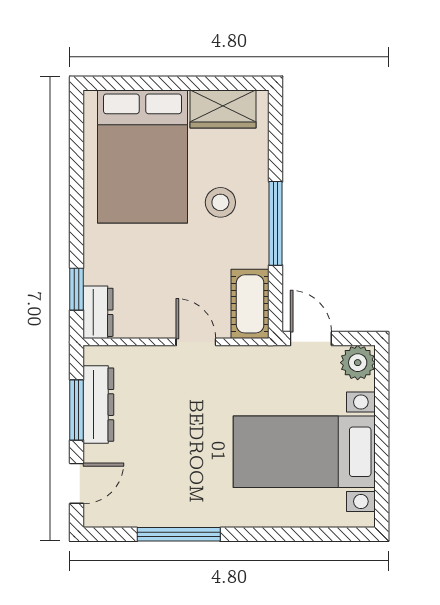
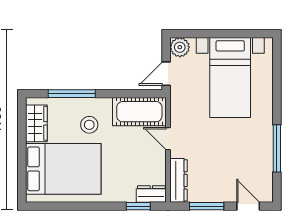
window: (276, 223) -> (72, 94), moved
cot: (250, 304) -> (139, 112), width x1.37, depth x1.34
door: (196, 342) -> (168, 139), hinge flipped
dresser: (98, 405) -> (179, 180), moved, turned 90

